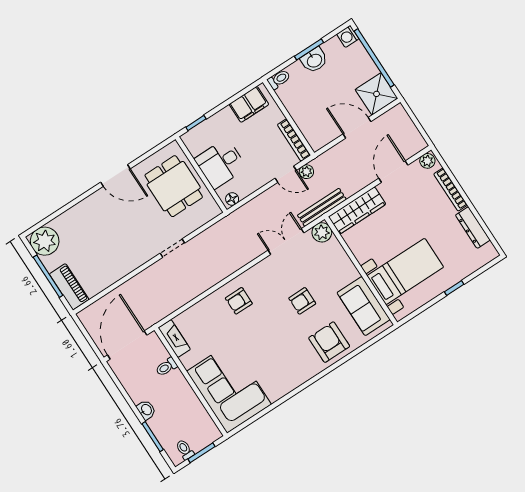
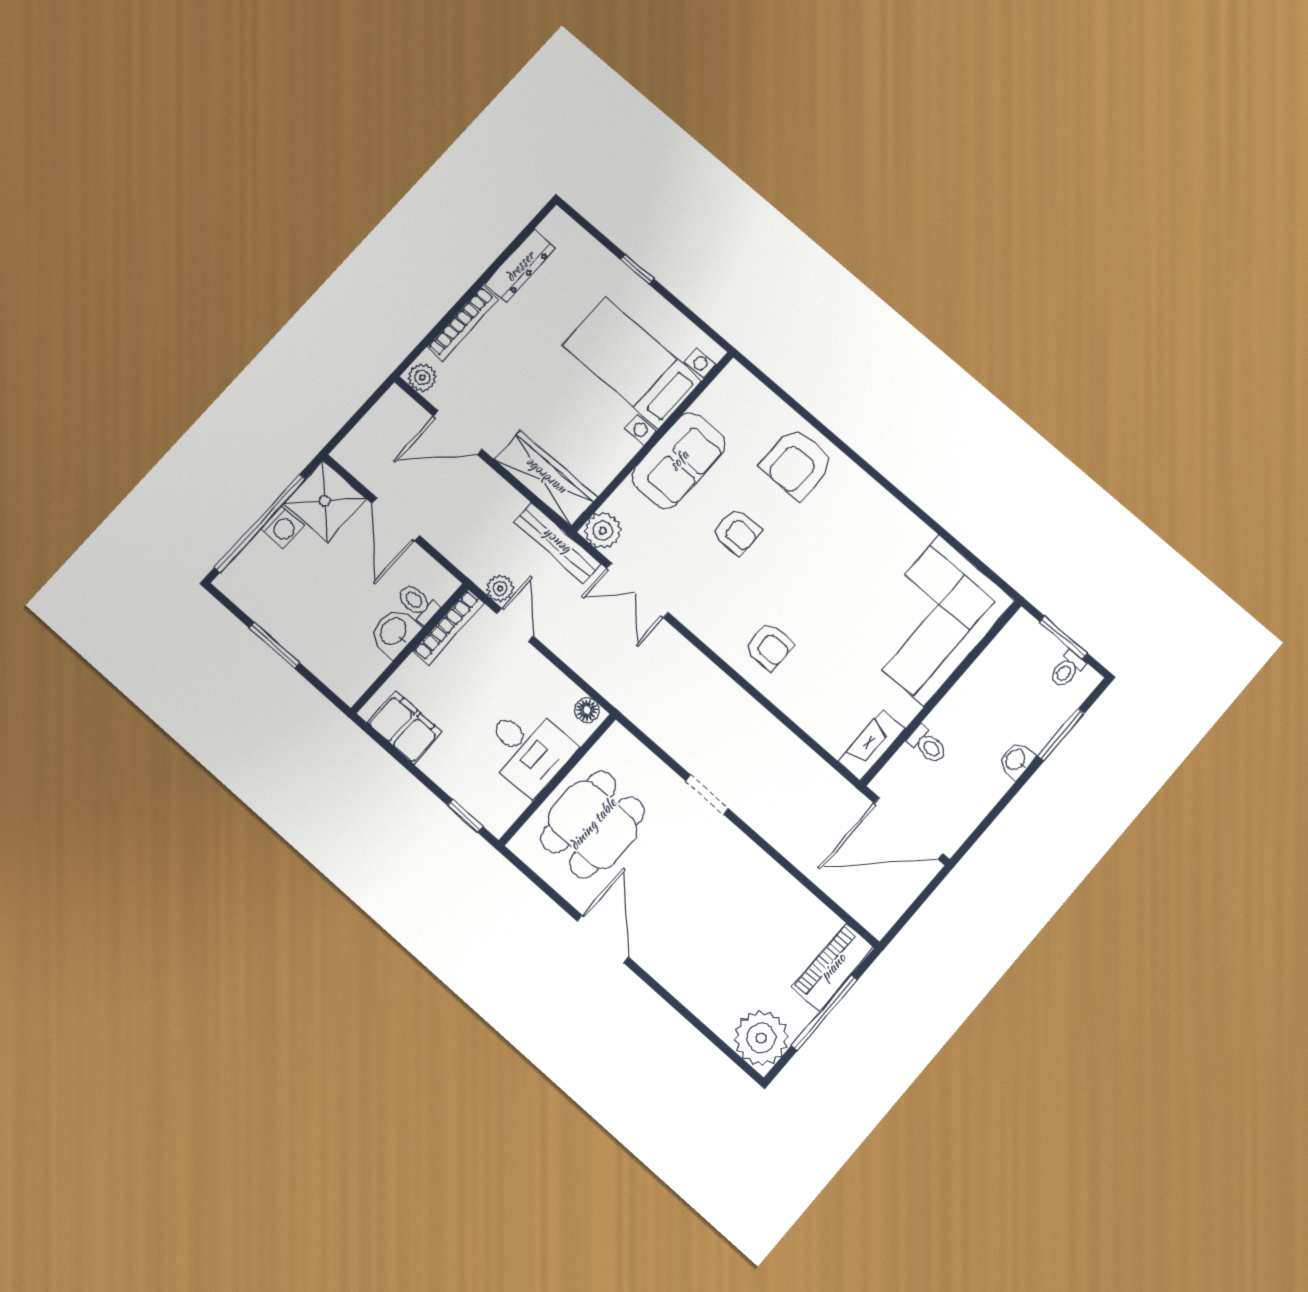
washing machine: (348, 36) -> (282, 527), moved
washbasin: (314, 60) -> (394, 632), moved, turned -90
toilet: (279, 79) -> (418, 603), moved
sofa: (364, 306) -> (679, 460), moved

